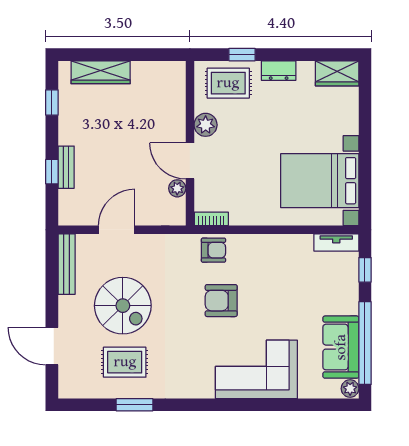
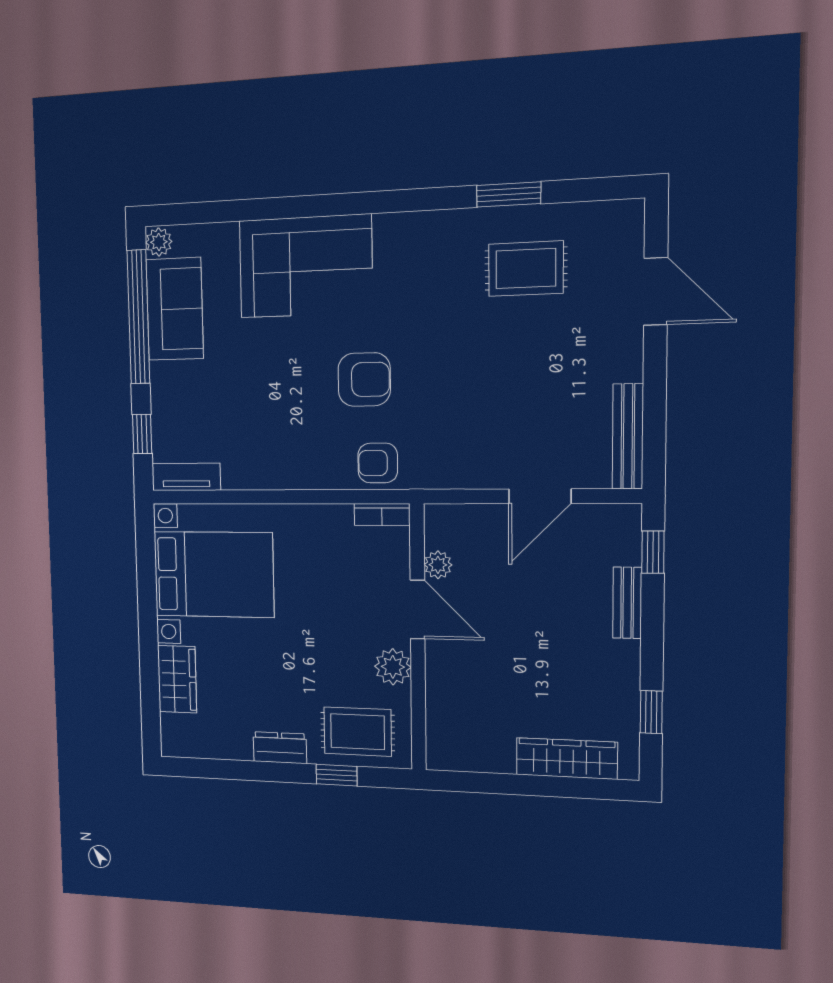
wardrobe: (337, 73) -> (177, 679), moved, turned 90
window: (52, 172) -> (653, 552), moved
spiral stairs: (123, 306) -> (529, 367), removed

